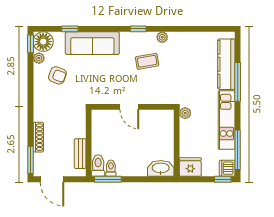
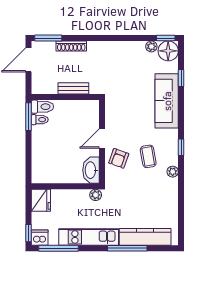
armchair: (57, 75) -> (119, 158), moved
bench: (80, 154) -> (73, 88), moved
washbasin: (161, 168) -> (91, 170), moved, turned 180

